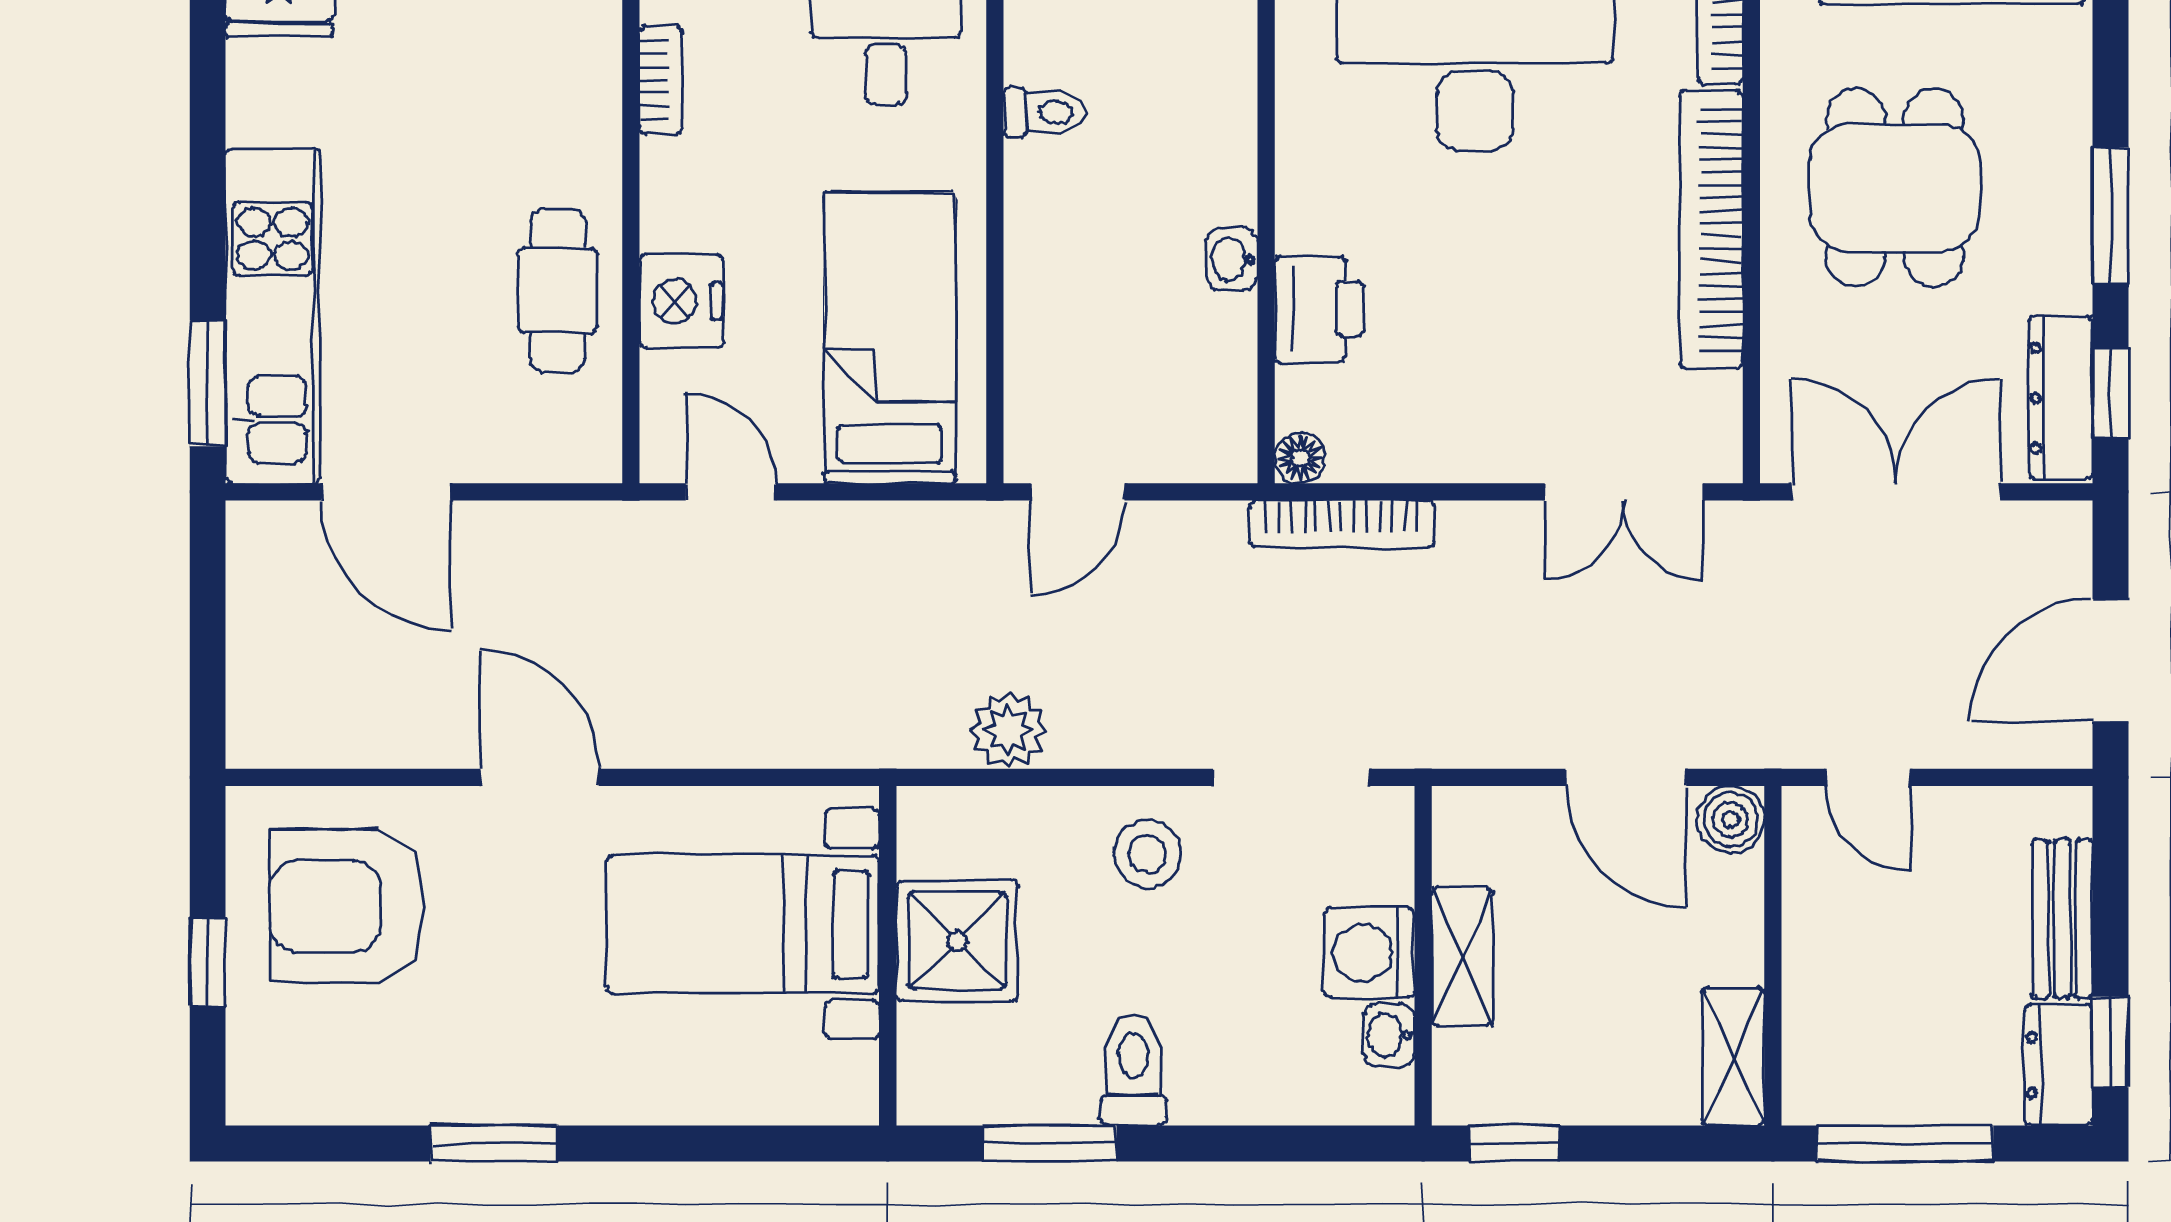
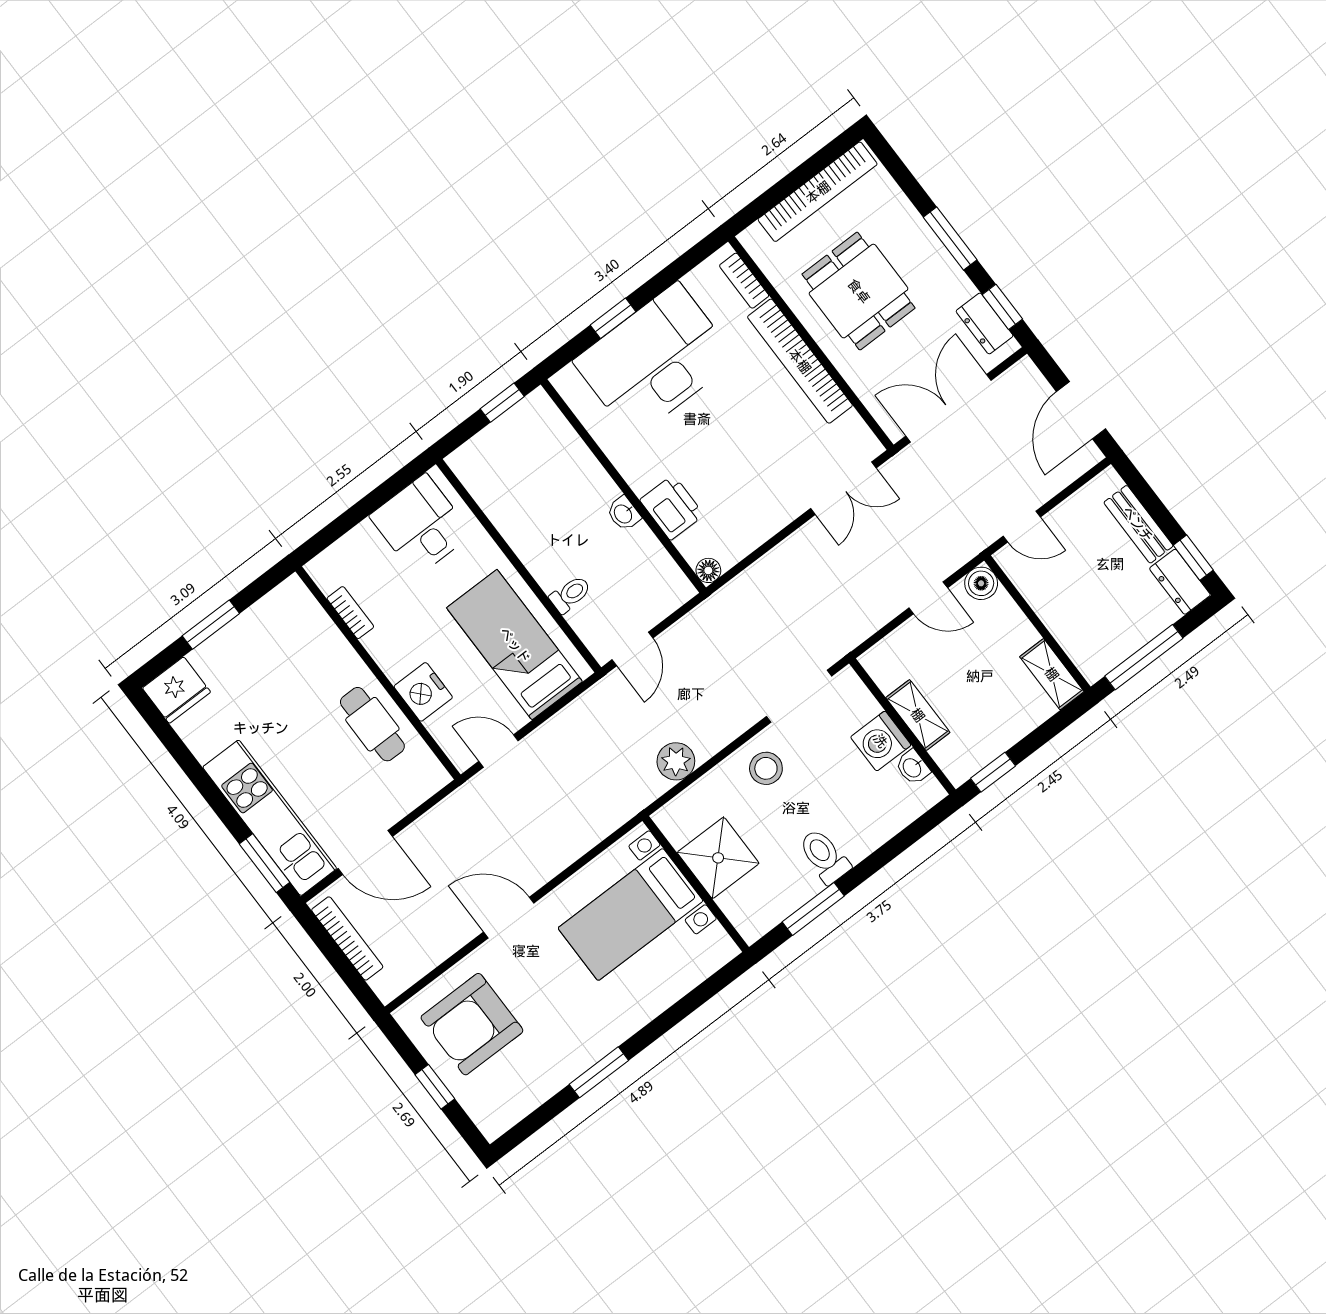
toilet: (1044, 112) -> (570, 594), moved
dresser: (2061, 398) -> (985, 323), width x0.70
bookcase: (1342, 524) -> (347, 938), moved, turned -90
door: (1626, 777) -> (928, 598), width x0.73

